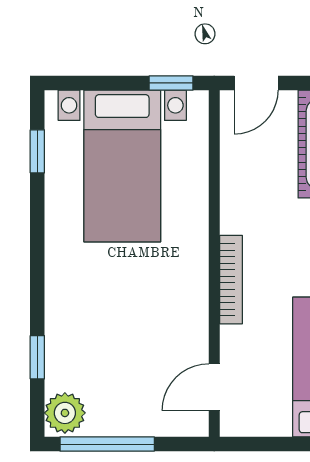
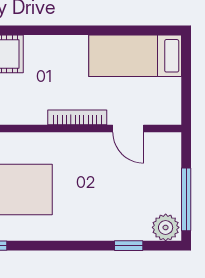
door: (214, 387) -> (128, 129), moved

